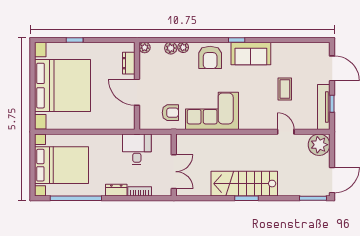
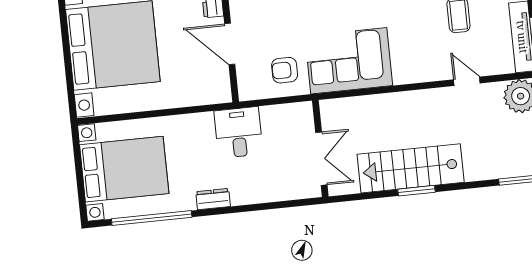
armchair: (170, 113) -> (285, 70), turned 180
wall: (174, 165) -> (320, 149), moved
double door: (174, 172) -> (321, 159), moved
bookcase: (140, 191) -> (250, 197), removed

